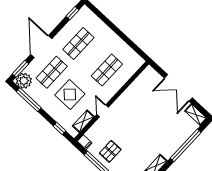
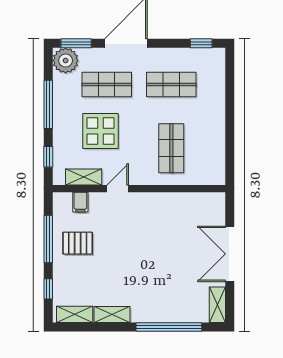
shop shelf: (107, 70) -> (171, 148), turned 90
window: (29, 100) -> (48, 104), moved
filing cabinet: (85, 142) -> (80, 202), moved

